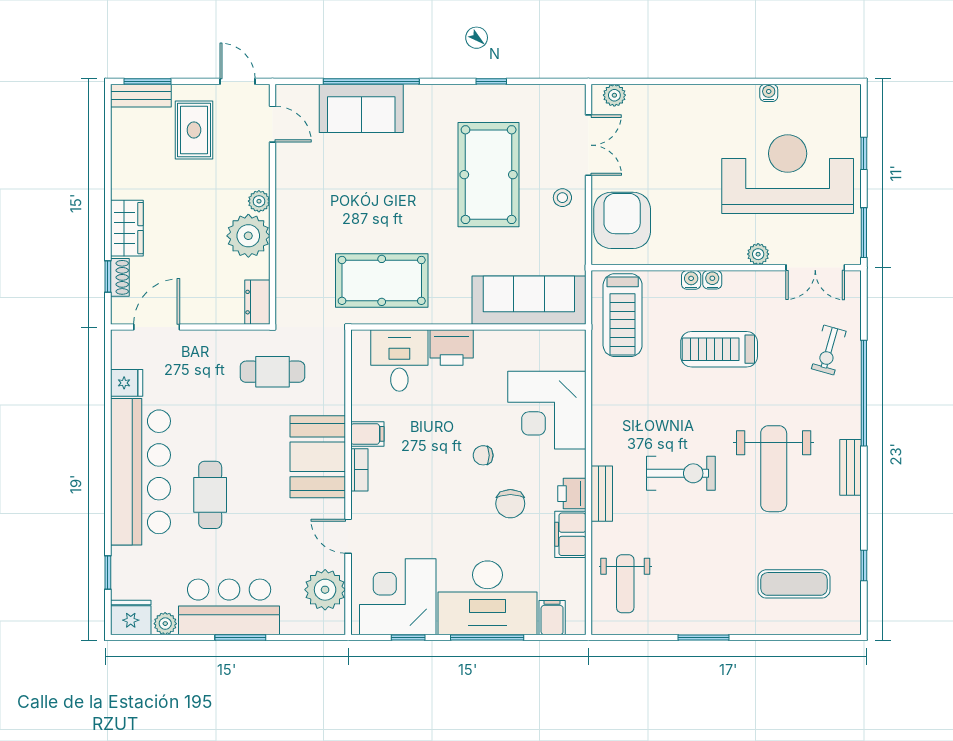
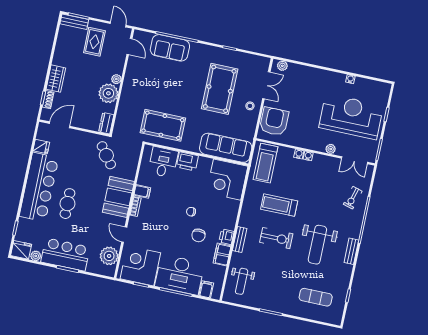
treadmill: (719, 349) -> (279, 205), moved
cafe table: (272, 372) -> (106, 155), turned 53
corner desk: (547, 410) -> (227, 180), moved

